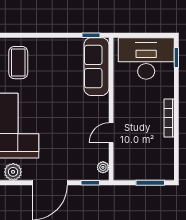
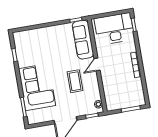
coffee table: (18, 63) -> (75, 81), moved
door: (111, 133) -> (97, 64), moved
plant: (13, 172) -> (41, 117), removed

